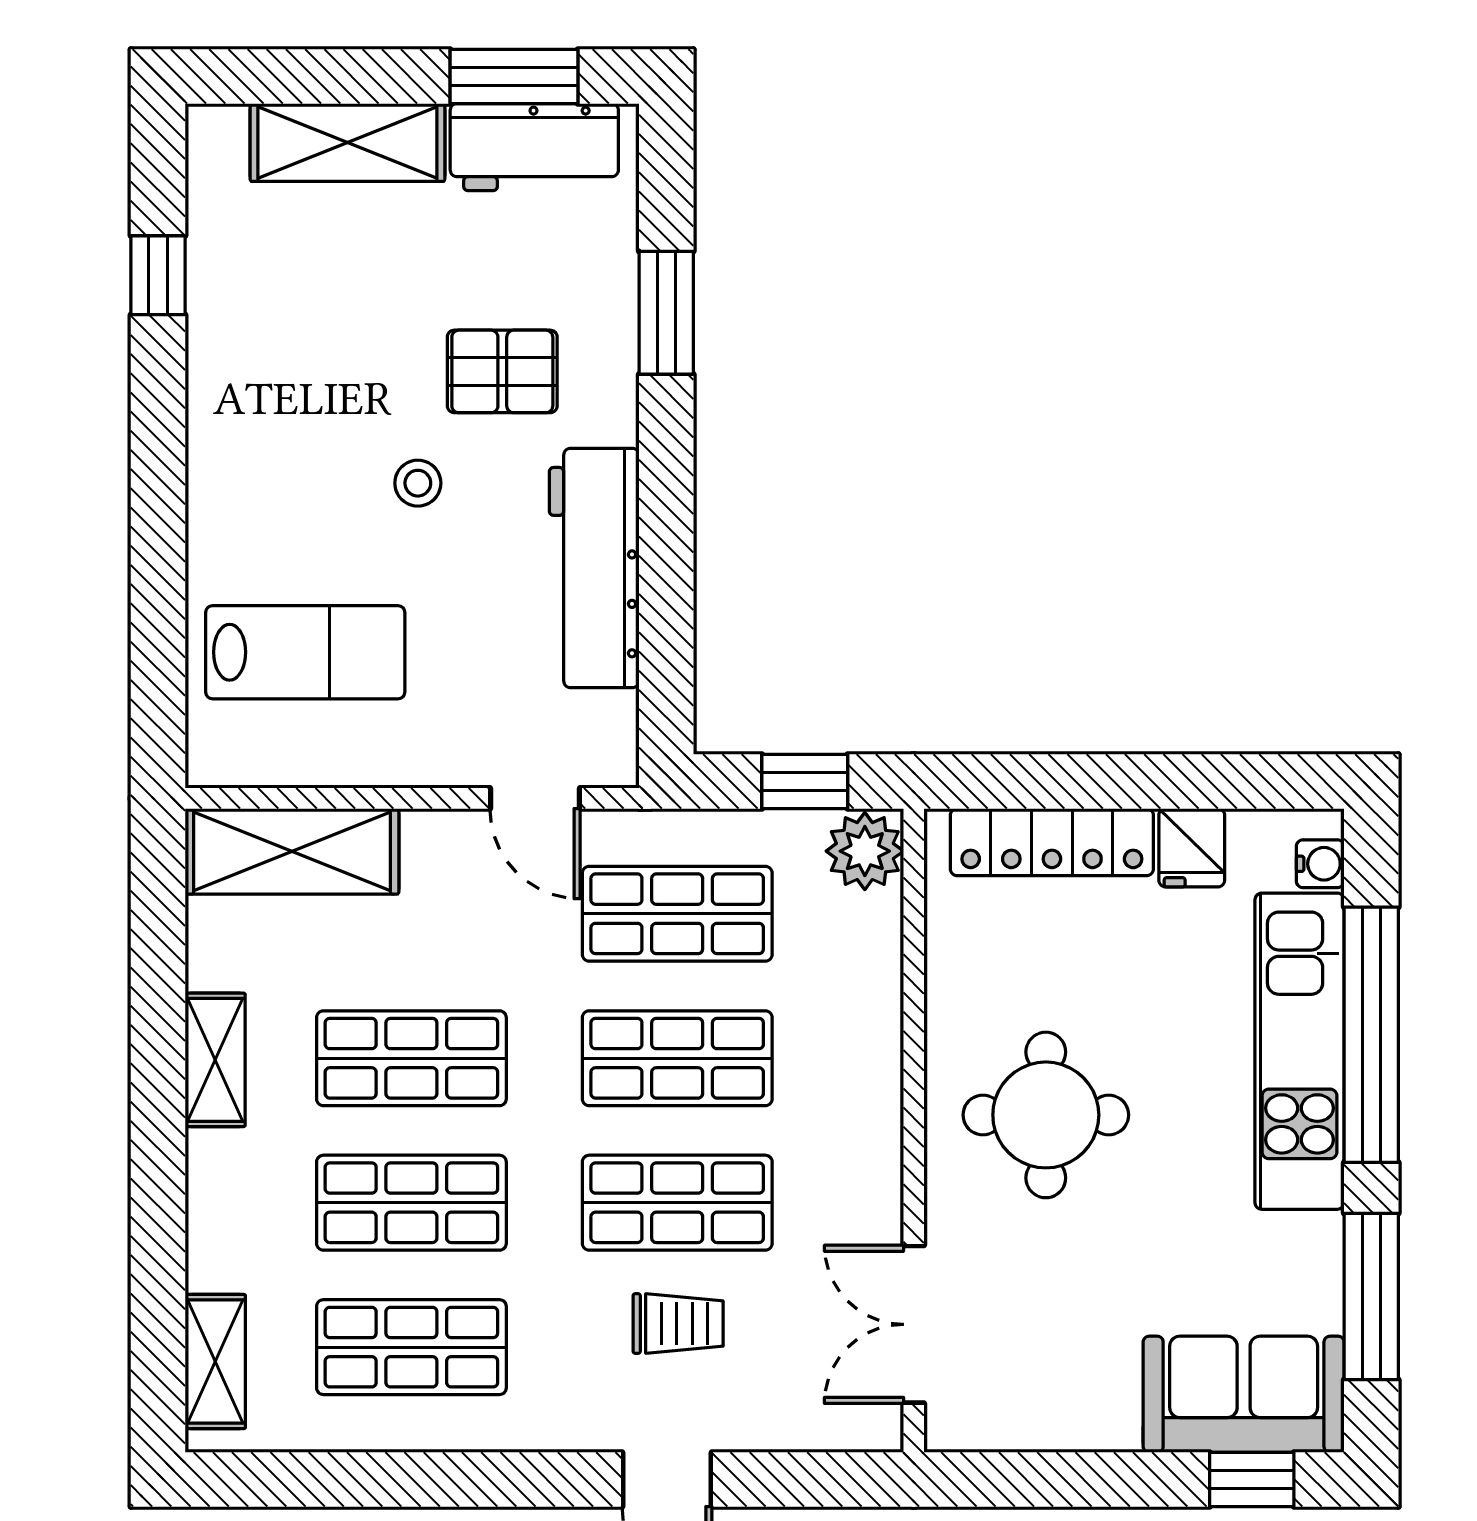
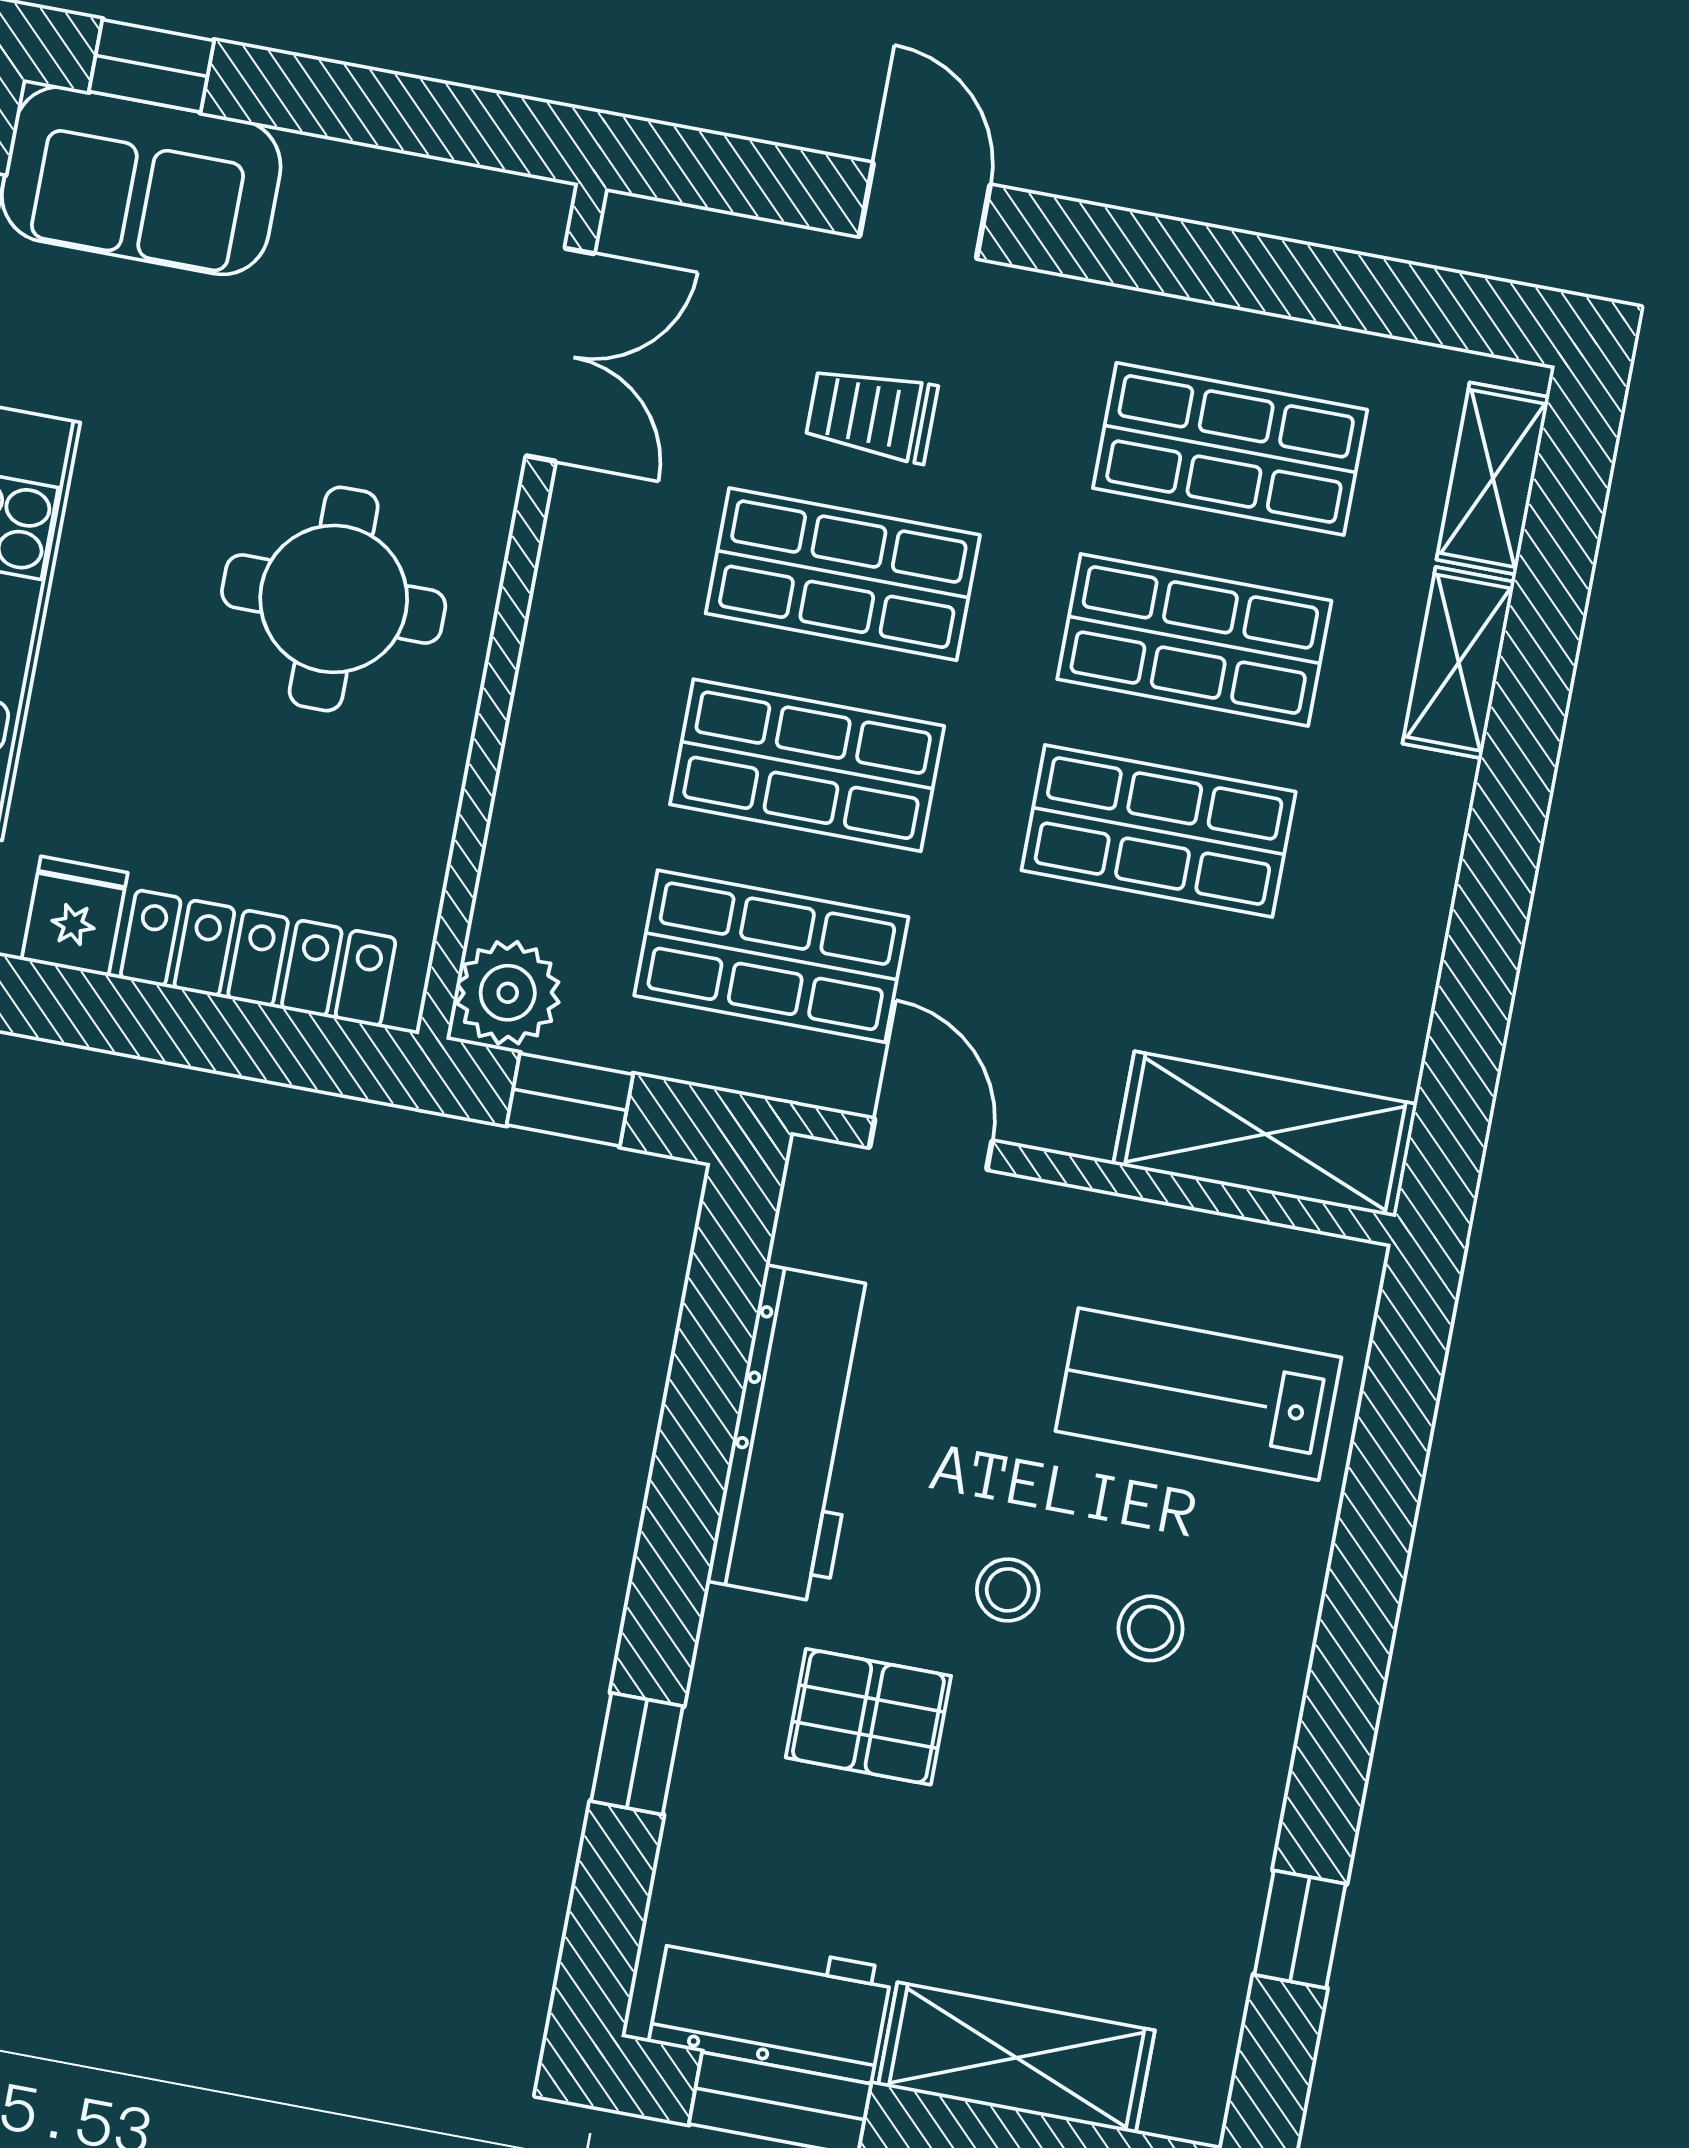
window: (666, 313) -> (637, 1754), width x0.67
stool: (308, 475) -> (1151, 1628), added
shelving: (215, 1060) -> (1459, 663), moved

